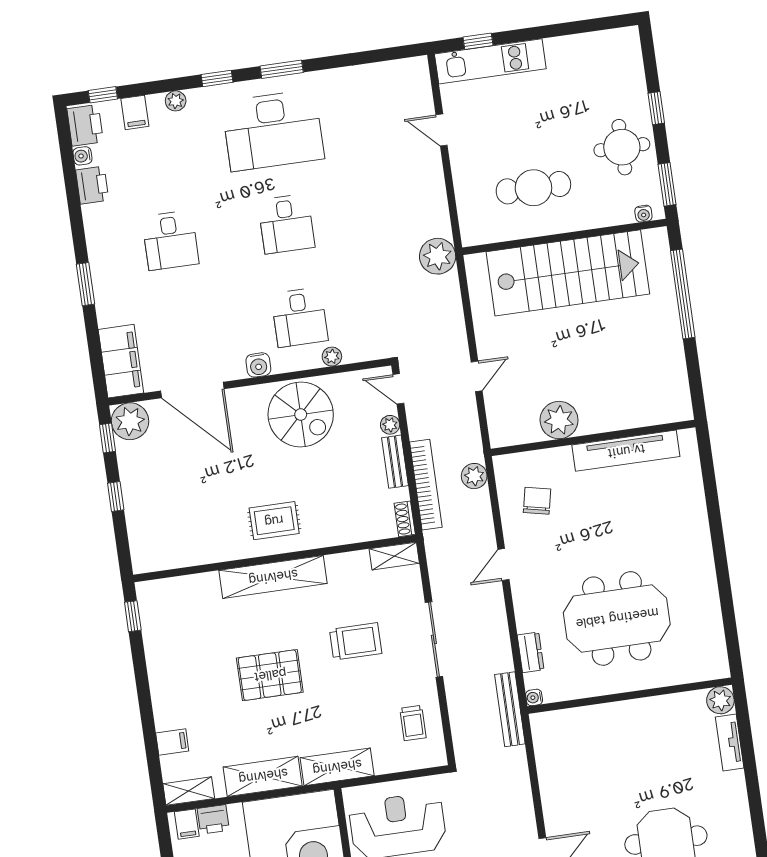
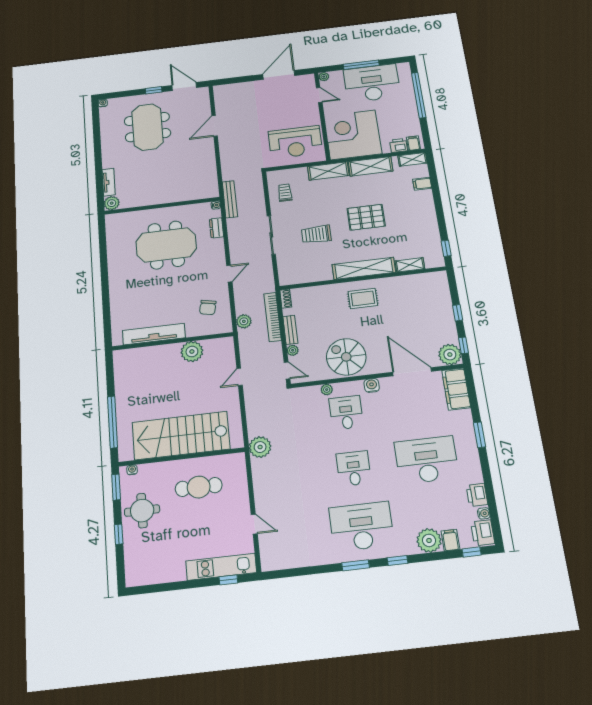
plant: (176, 101) -> (429, 540), width x1.87, depth x1.87
desk: (170, 240) -> (427, 460), width x1.87, depth x1.30
shelving: (394, 556) -> (410, 265), moved

